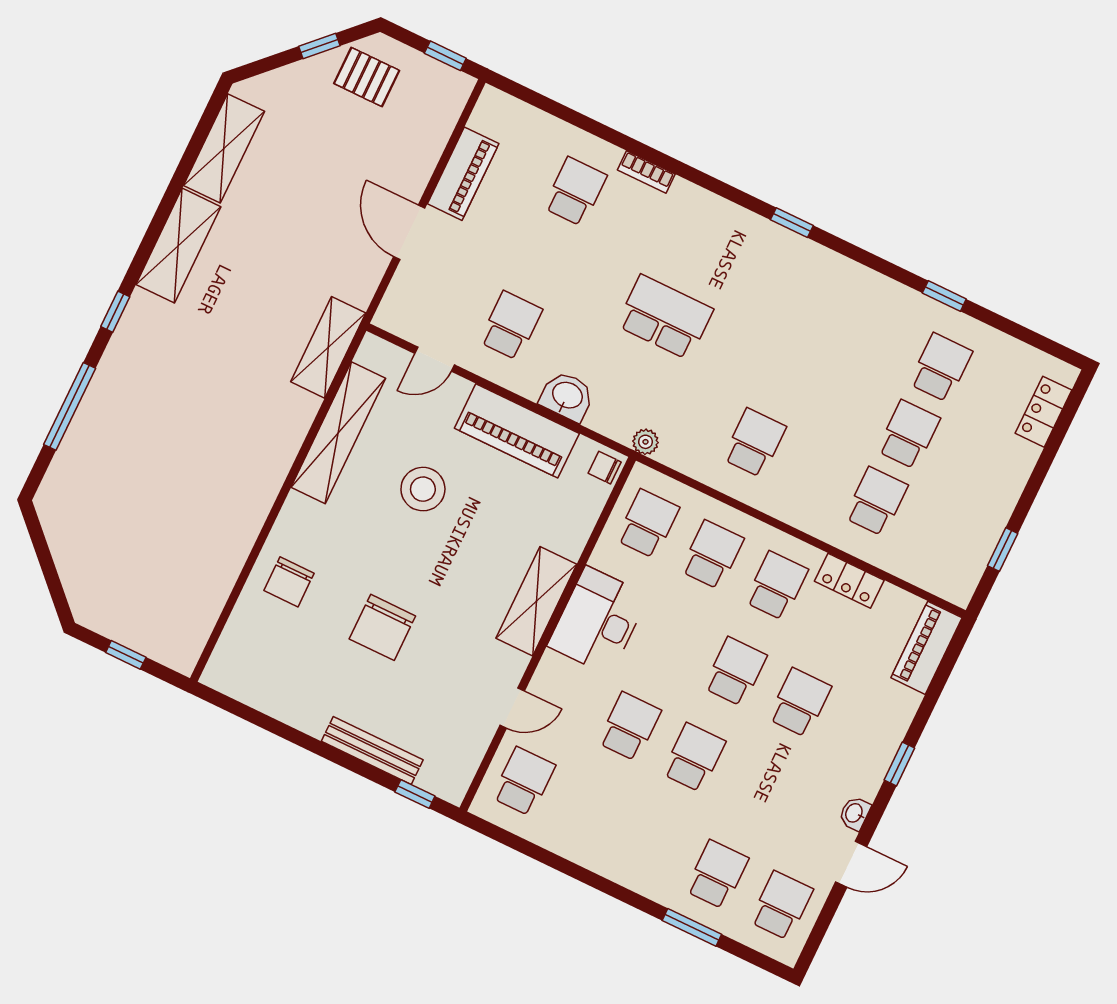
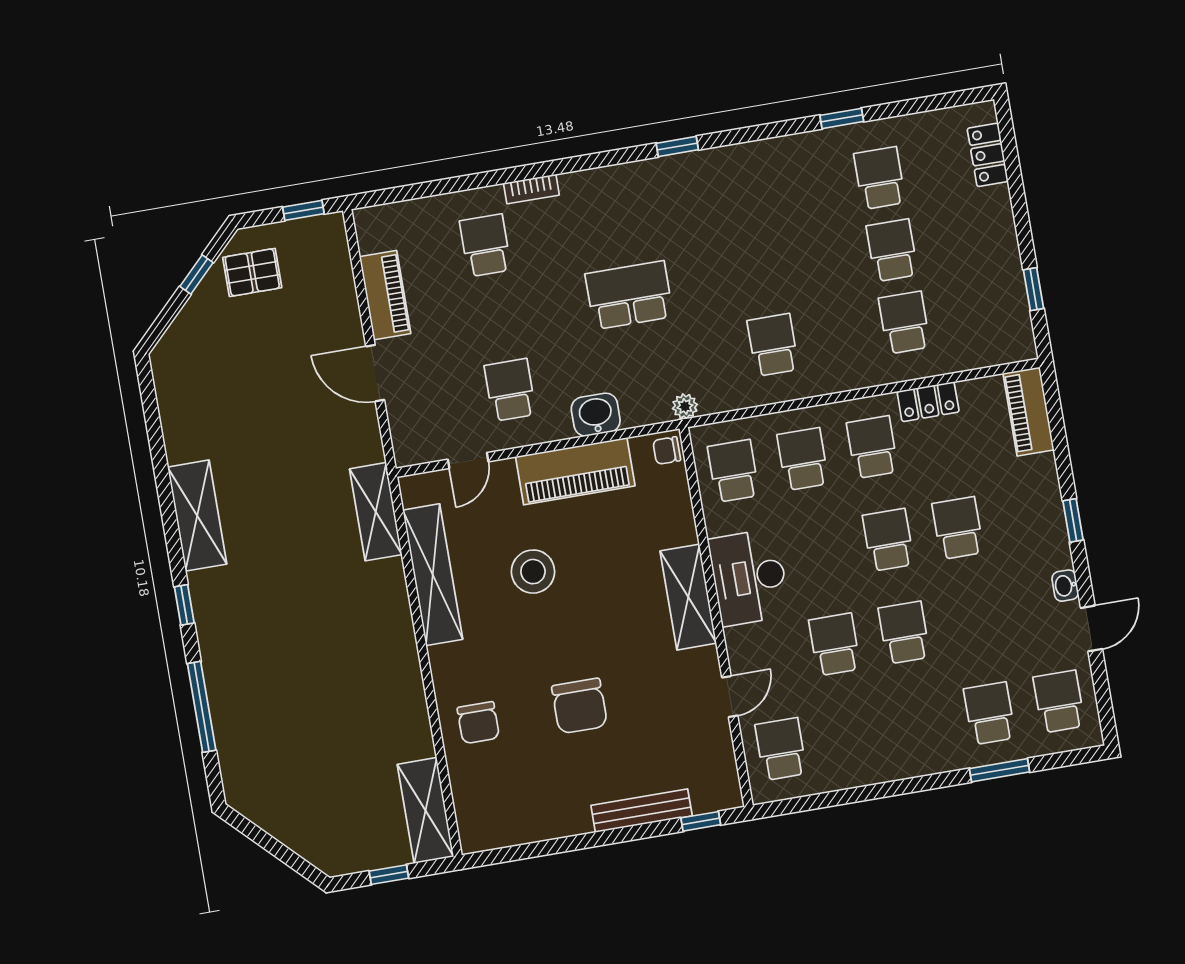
shelving: (224, 148) -> (425, 811), moved

